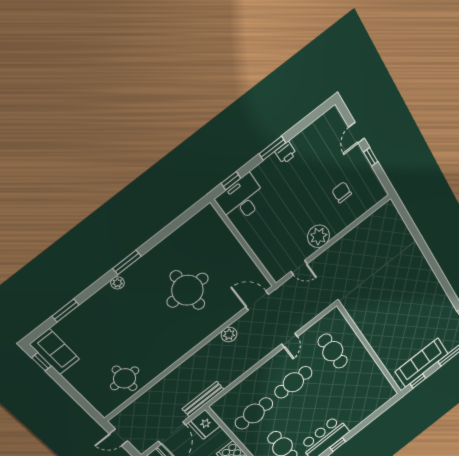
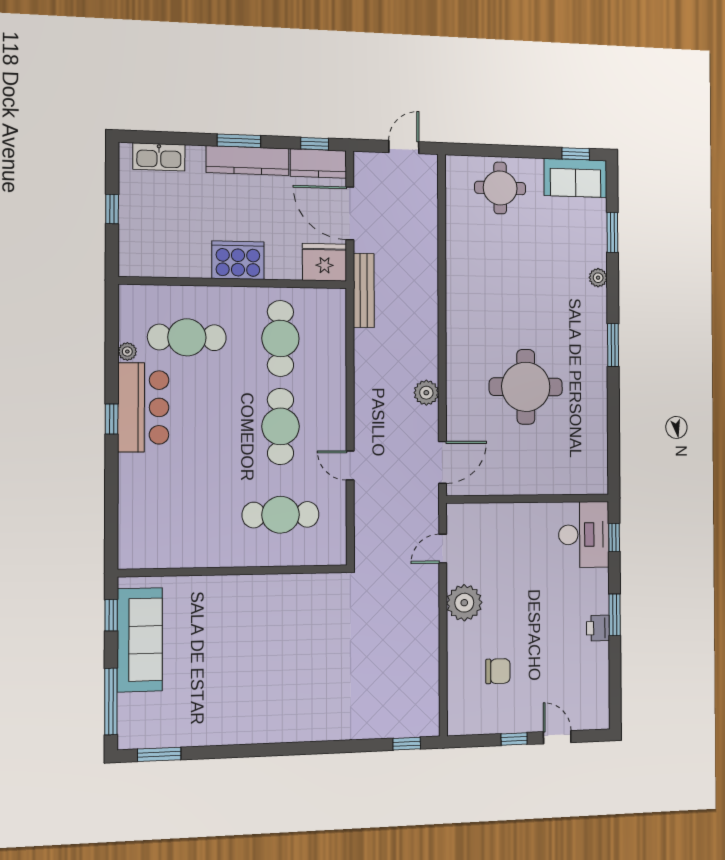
window: (403, 212) -> (407, 744), added
plant: (117, 283) -> (598, 278), moved
round table: (125, 378) -> (500, 188), moved

